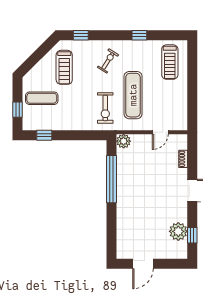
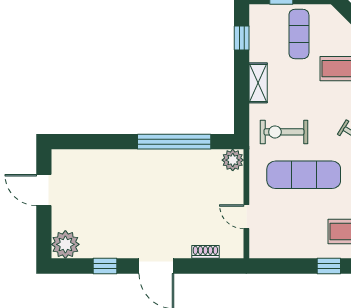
window: (192, 79) -> (329, 266), added
shelving: (74, 125) -> (258, 83), added
plant: (178, 231) -> (65, 244), moved
window: (192, 235) -> (105, 266), moved

